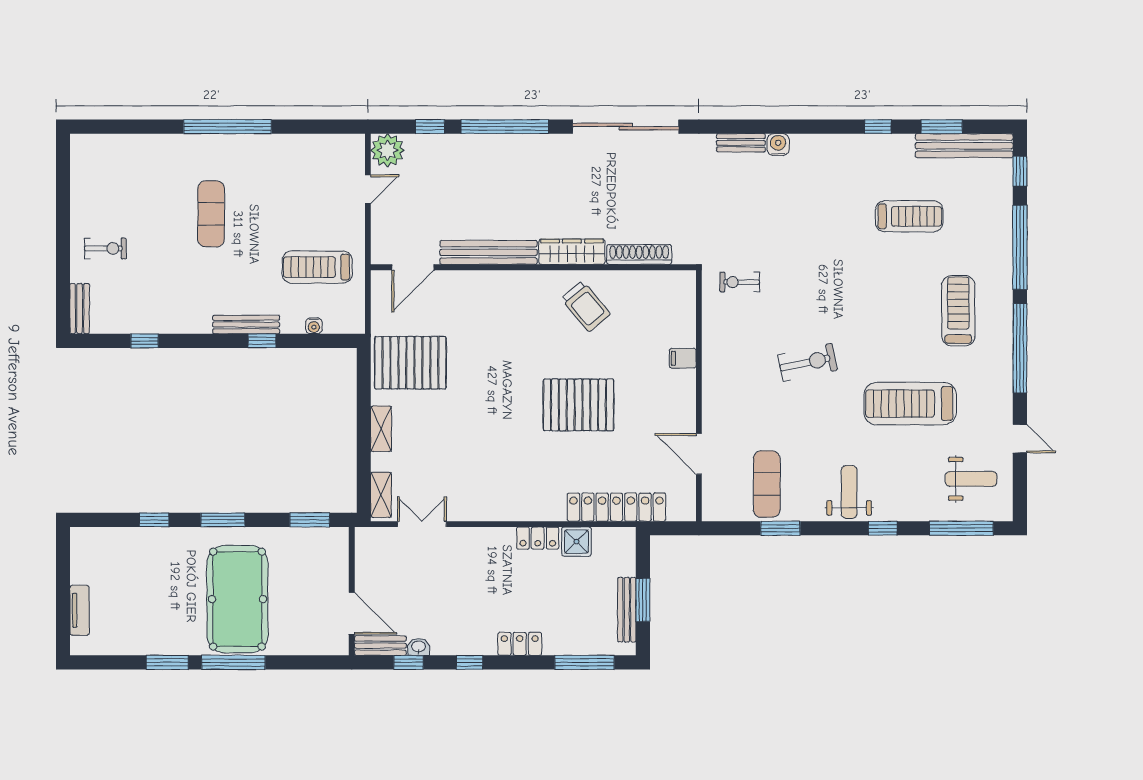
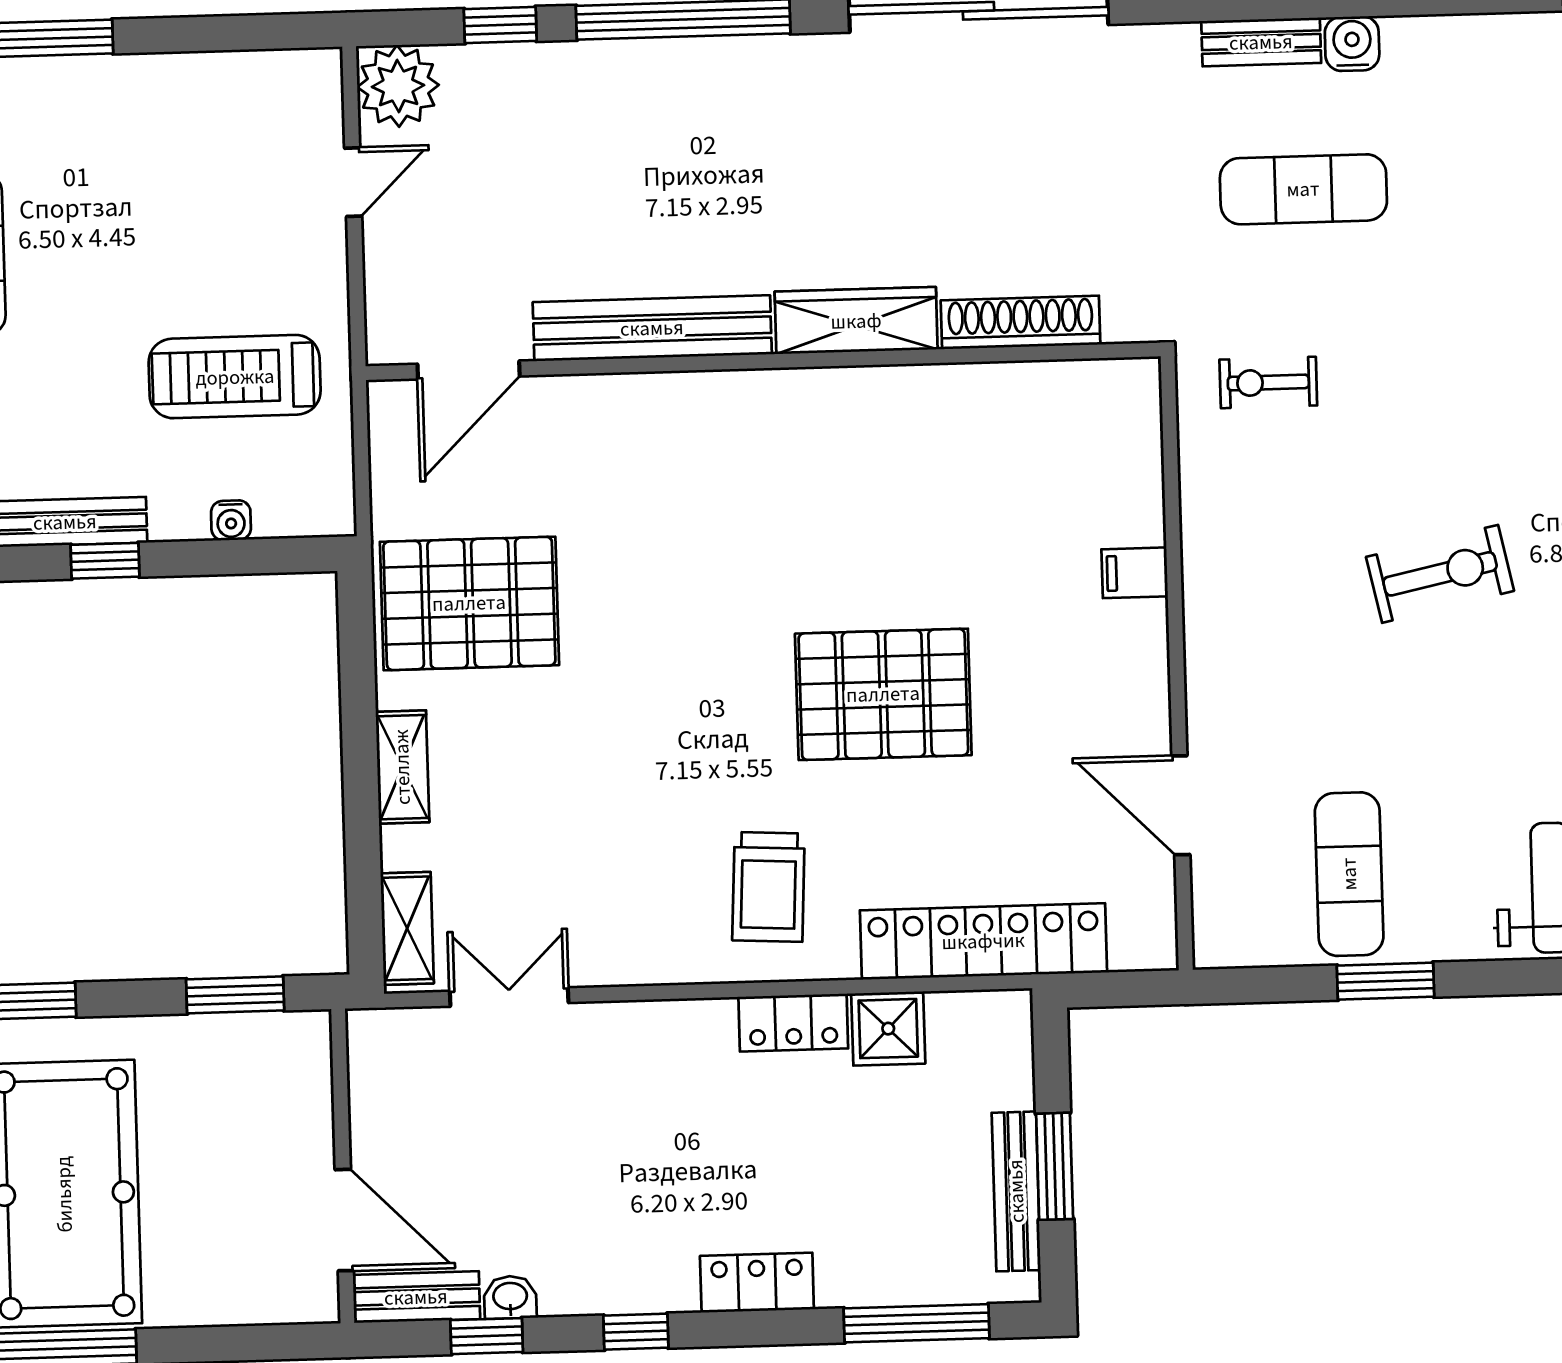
exercise mat: (756, 204) -> (1303, 189), added
trolley: (586, 306) -> (768, 887), moved, turned 43

